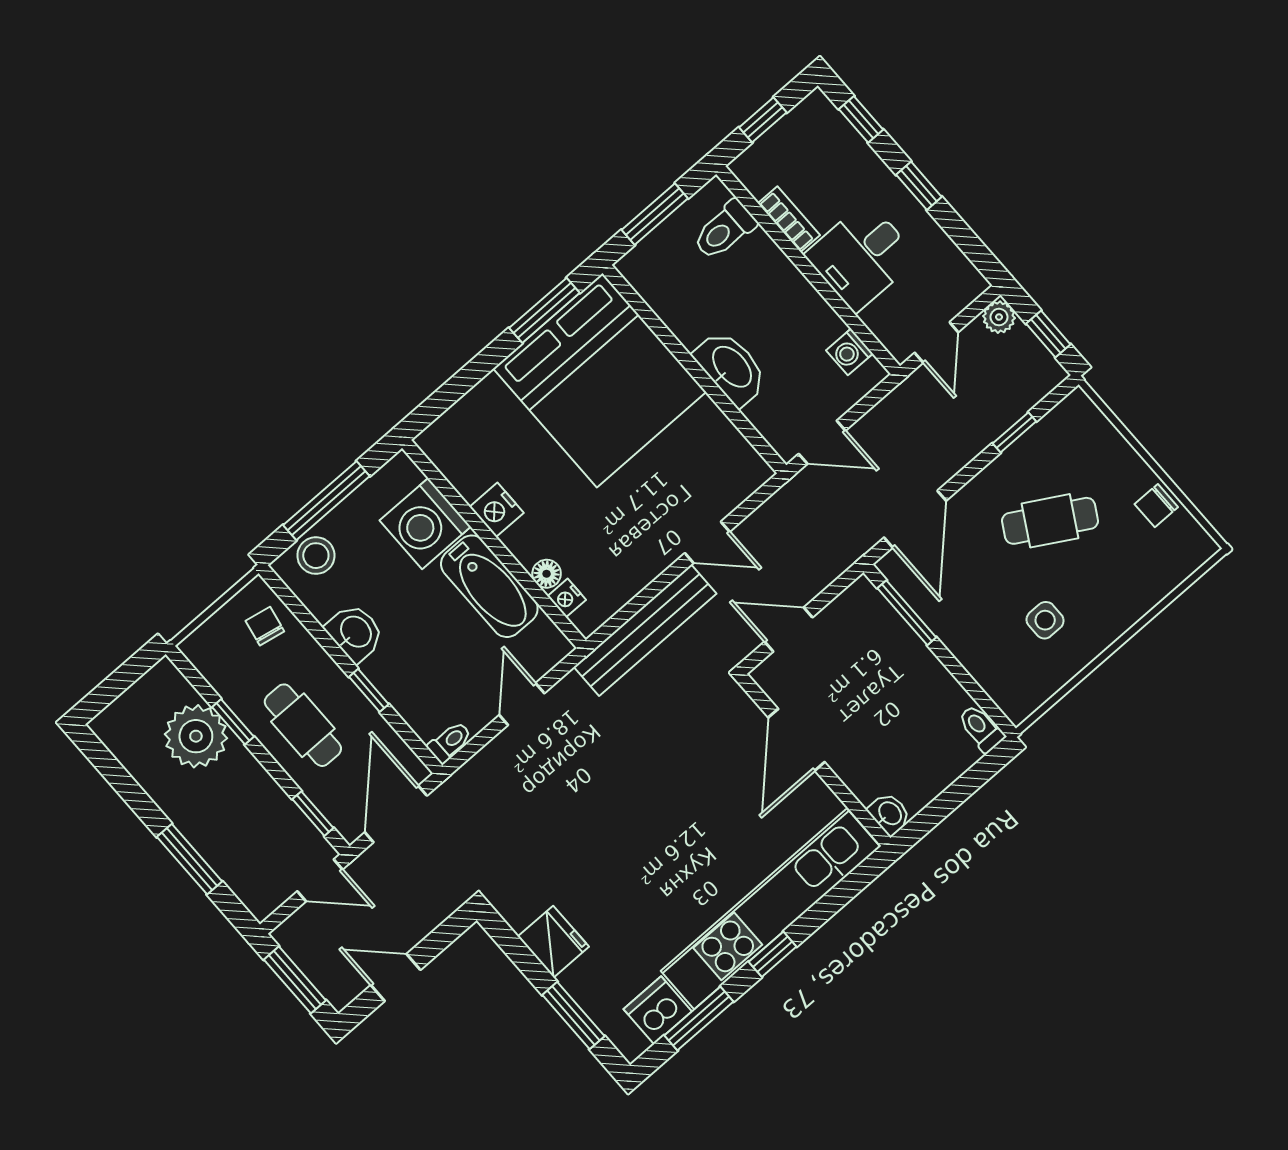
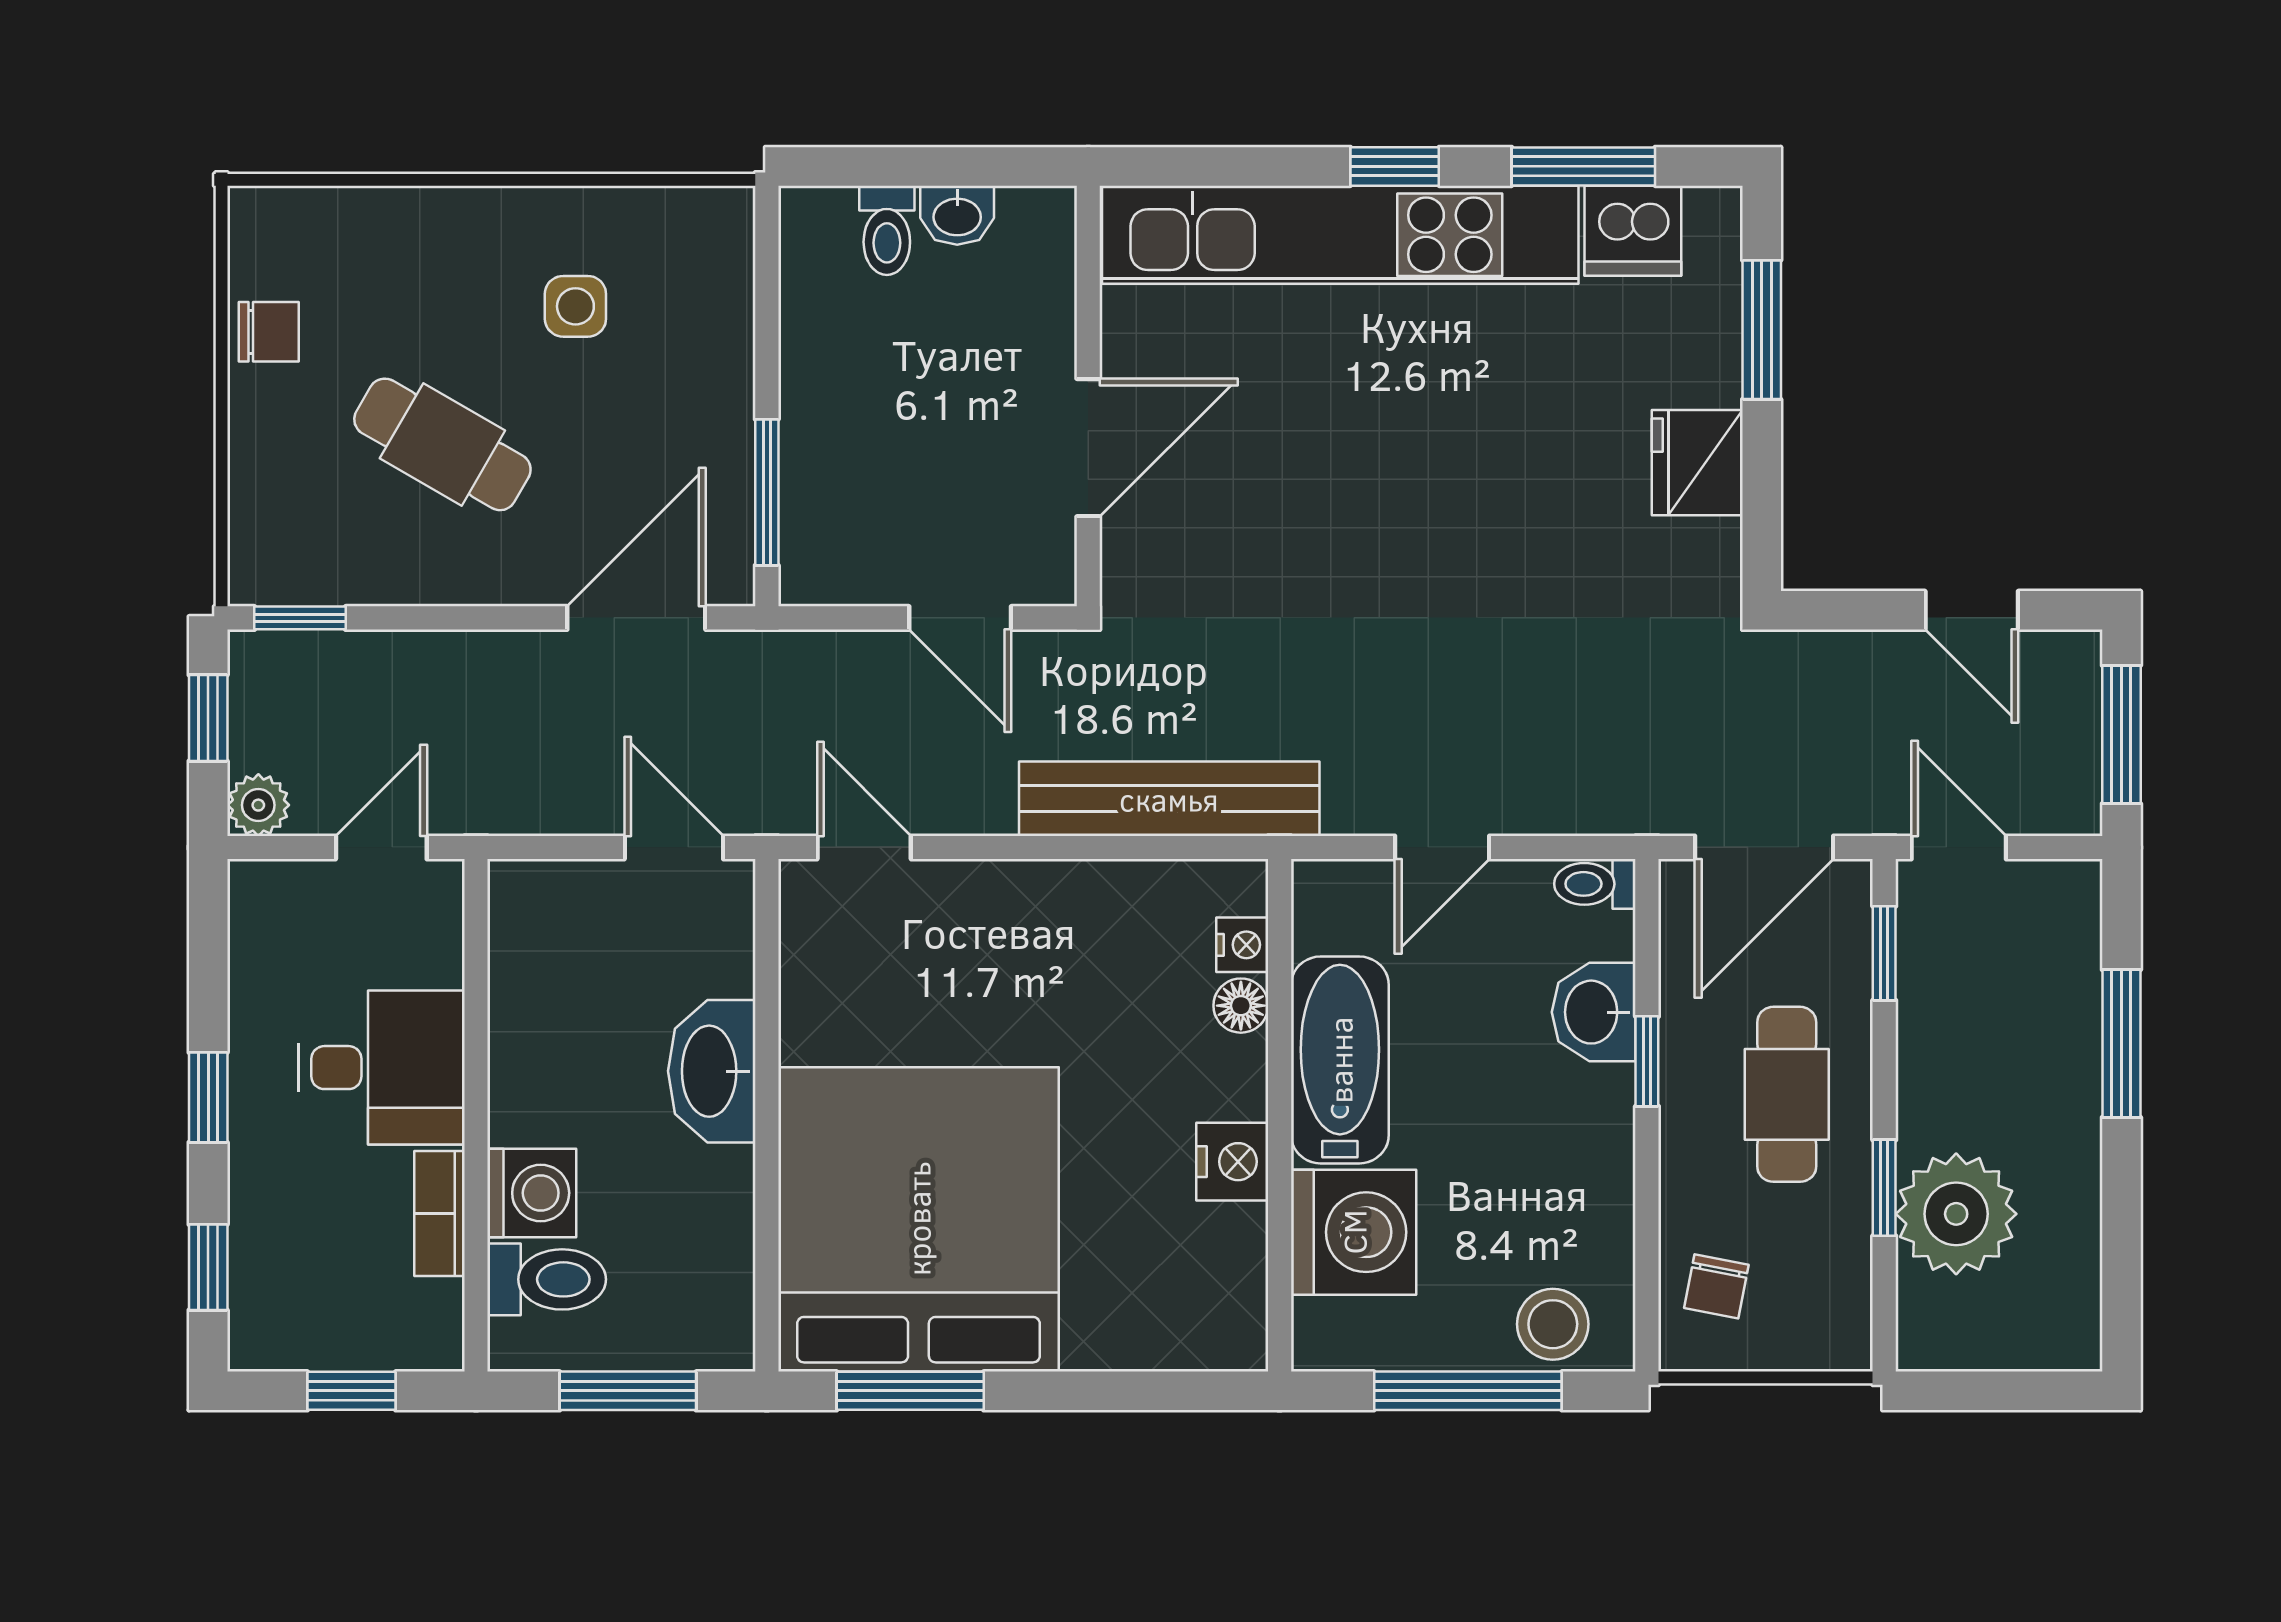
washing machine: (849, 352) -> (532, 1193), moved, width x1.38, depth x1.38
window: (1014, 432) -> (300, 618), moved
door: (707, 542) -> (864, 847), moved
washbasin: (355, 633) -> (1594, 1012), moved
toilet: (981, 728) -> (887, 230), moved
washbasin: (889, 814) -> (957, 215), moved, turned -90

